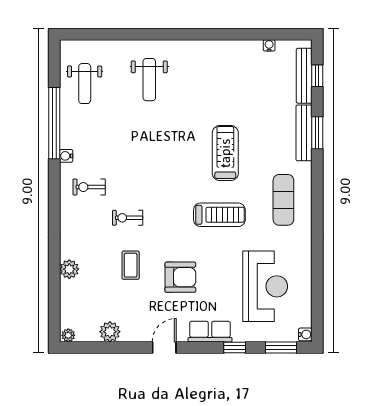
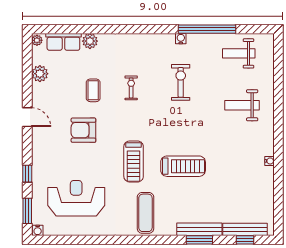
water cooler: (269, 45) -> (269, 161), moved
exercise bike: (89, 187) -> (181, 82), moved, width x1.38, depth x1.39
exercise mat: (283, 200) -> (145, 213), turned 90
coffee table: (131, 265) -> (93, 90), turned 90
armchair: (180, 277) -> (83, 130), turned 90
reception desk: (265, 286) -> (76, 198), turned 180
row of seats: (210, 332) -> (63, 42), moved, turned 90

